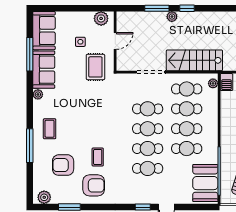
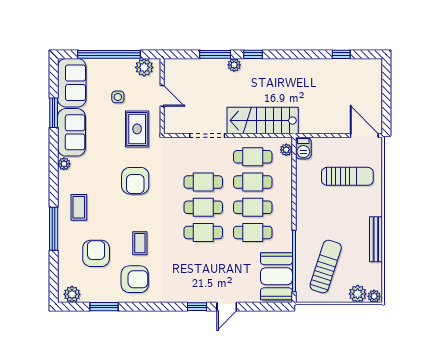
window: (73, 8) -> (109, 54), added
door: (115, 41) -> (162, 96), hinge flipped
window: (30, 54) -> (54, 113), width x0.69
armchair: (94, 108) -> (135, 181), added
armchair: (63, 165) -> (96, 253), turned 90
cafe table: (148, 168) -> (203, 258), removed

